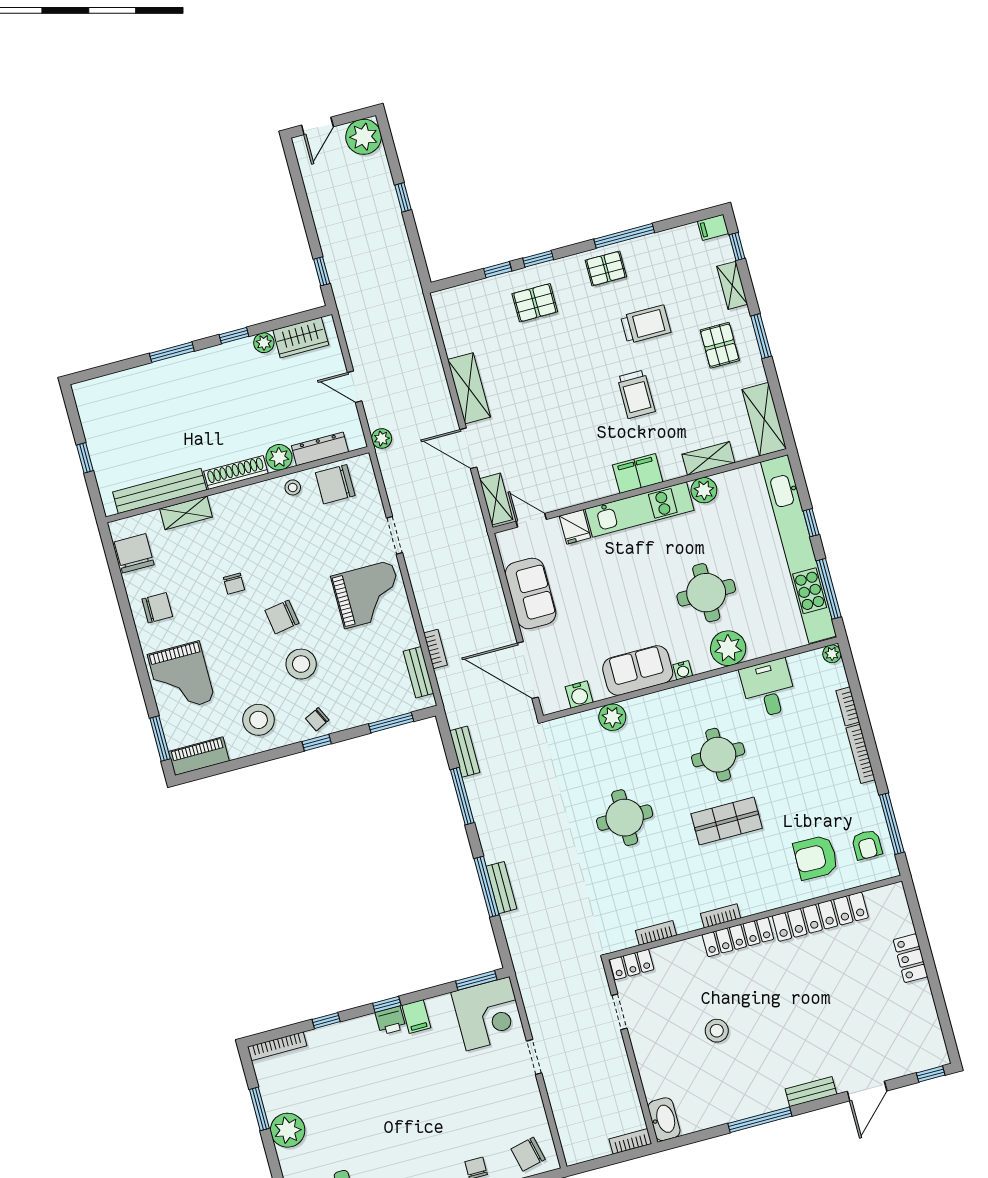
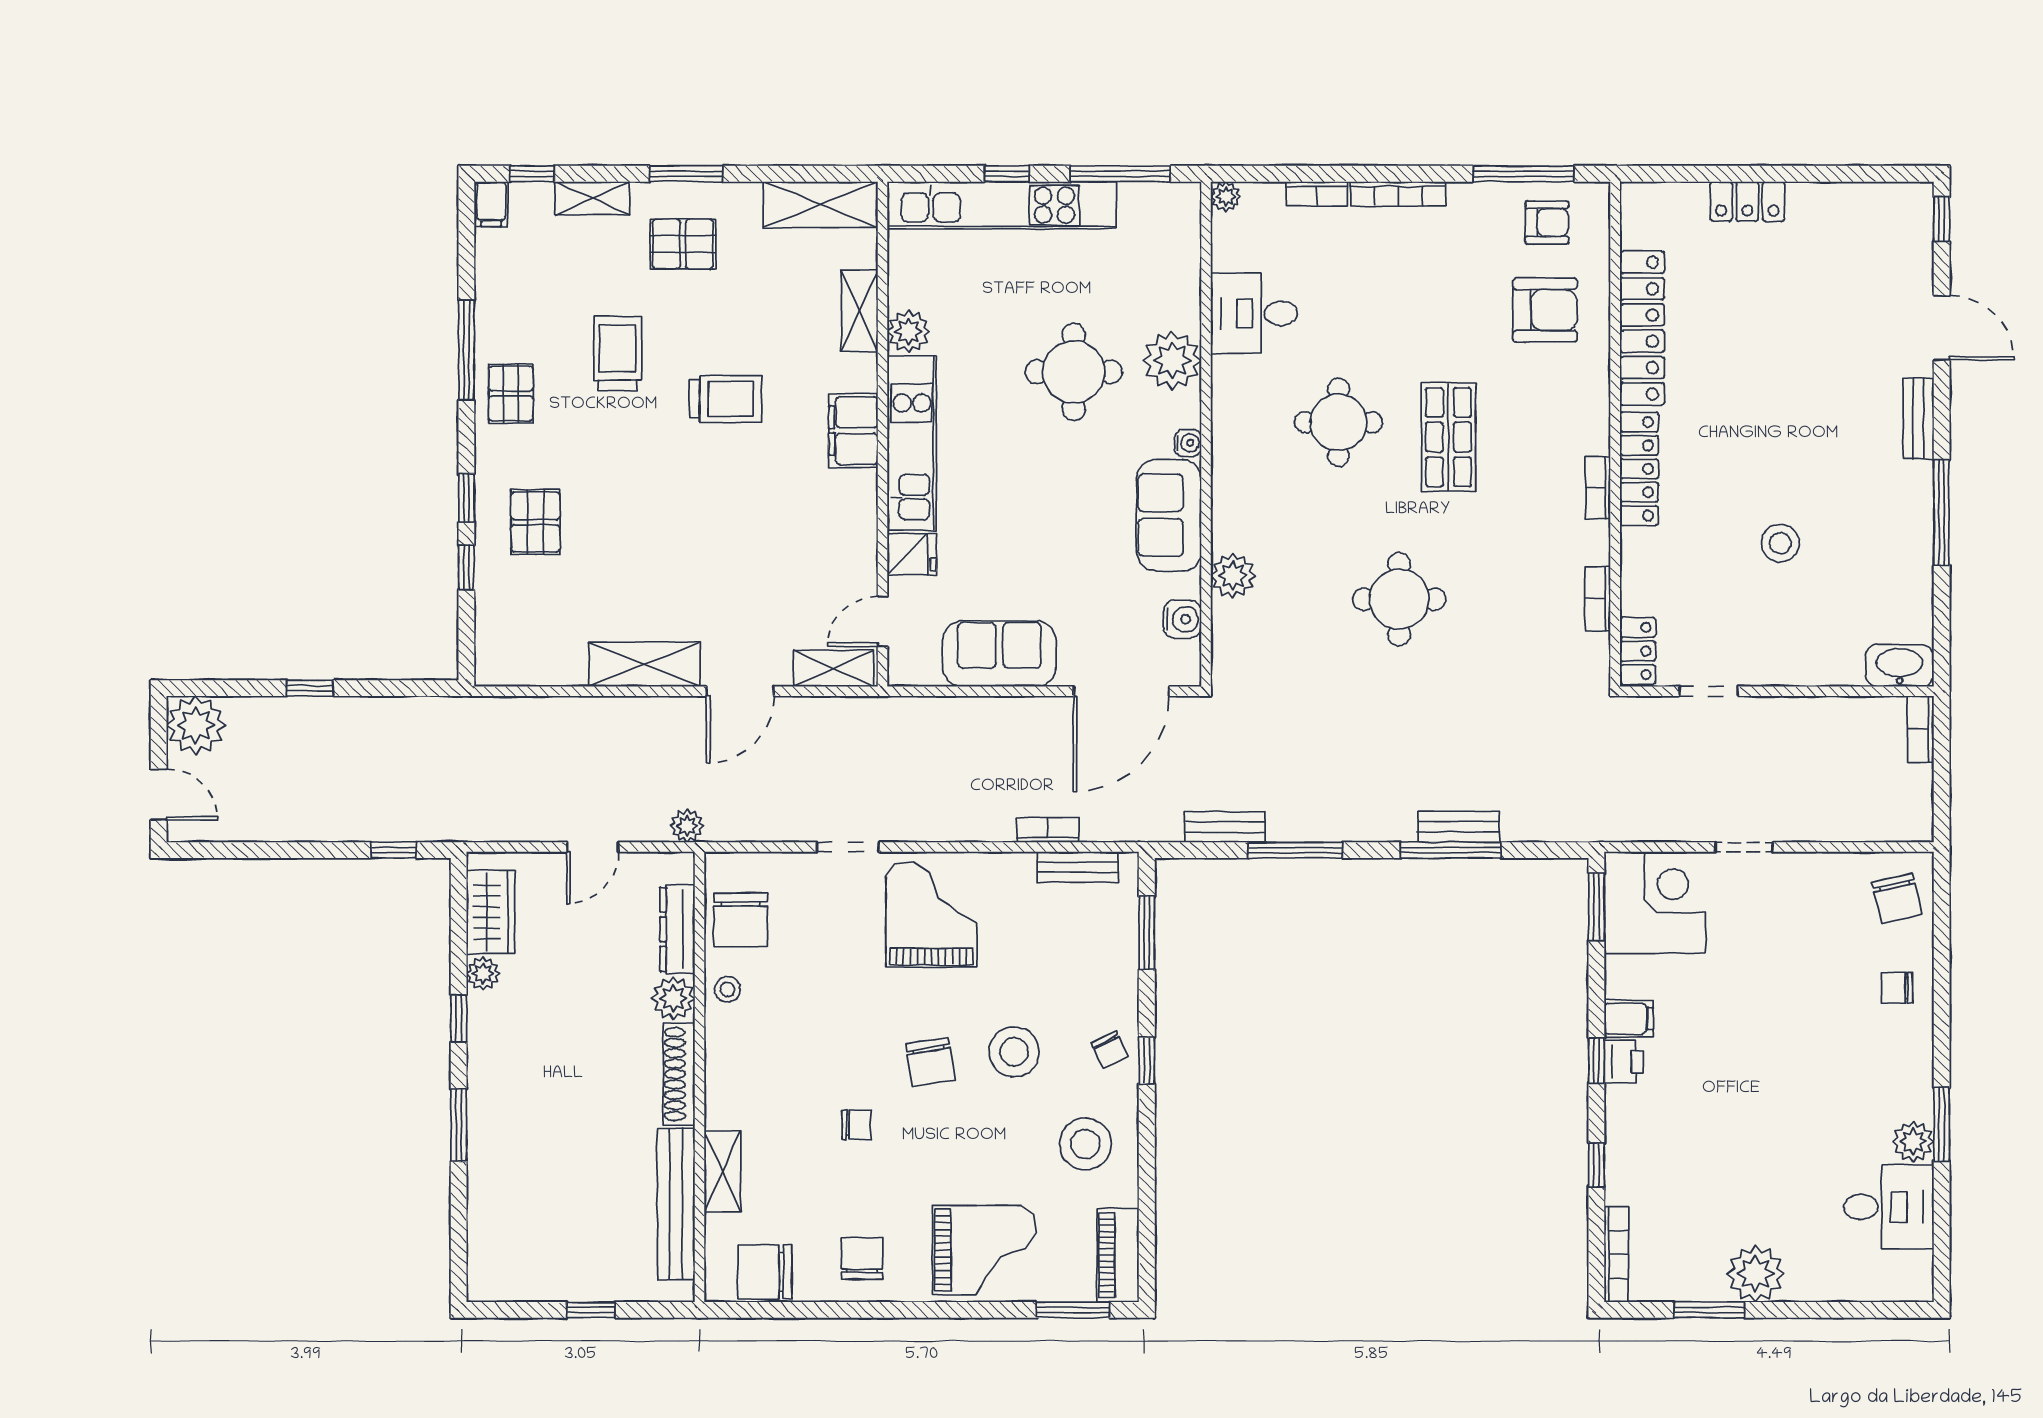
kitchen unit: (798, 549) -> (1002, 205), width x0.73
armchair: (816, 857) -> (1545, 310), turned -91

